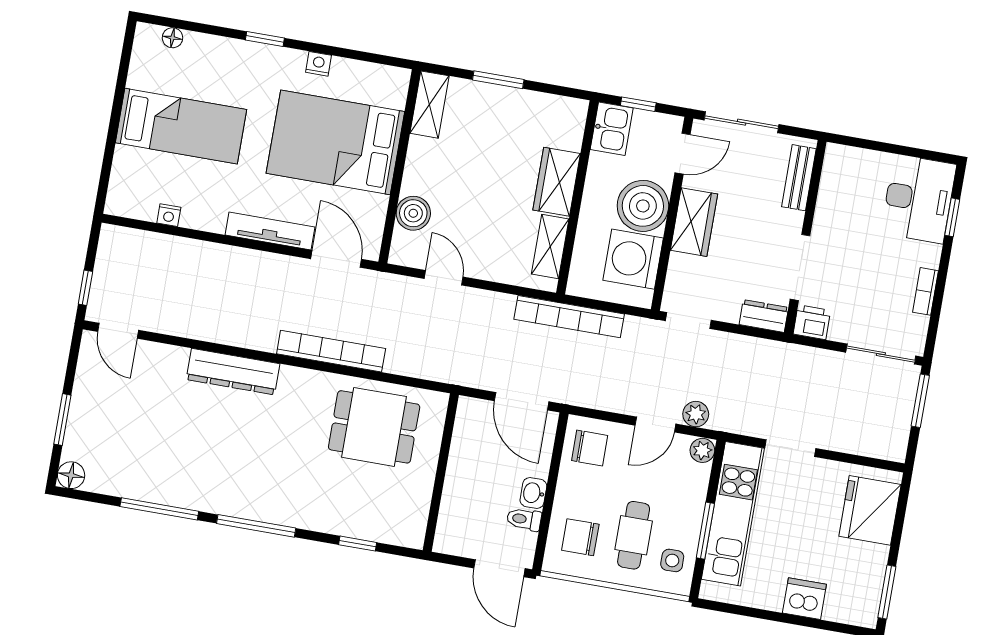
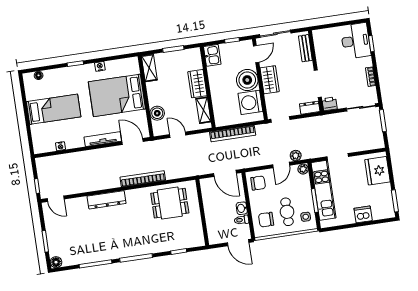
kitchen sink: (612, 129) -> (212, 55), moved
wardrobe: (557, 182) -> (197, 84), moved
wall: (577, 197) -> (208, 87), moved
shelving: (550, 247) -> (203, 110), moved

